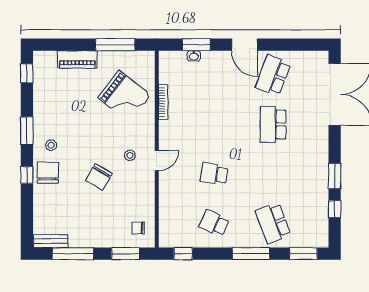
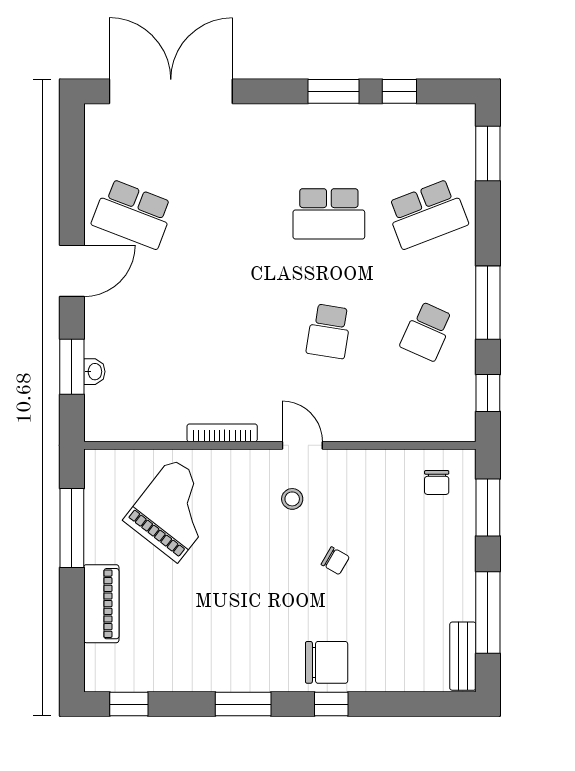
bookcase: (163, 102) -> (222, 433), moved
school desk: (273, 125) -> (329, 214), moved
stool: (51, 145) -> (272, 656), removed
chair: (48, 173) -> (327, 662), turned 180
chair: (99, 177) -> (335, 561), width x0.54, depth x0.54
window: (251, 254) -> (488, 303), moved

